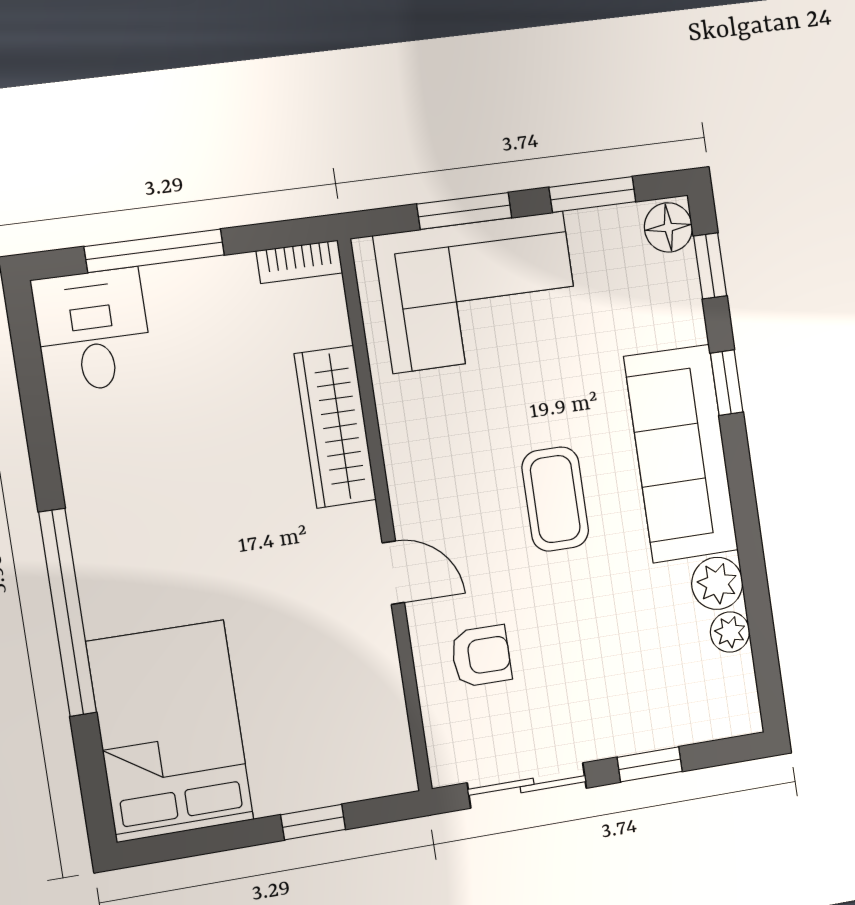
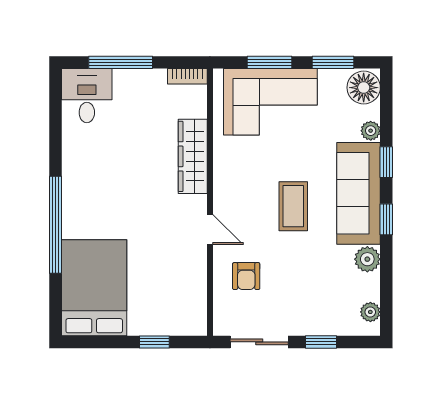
floor lamp: (668, 227) -> (364, 88), width x1.38, depth x1.38
window: (710, 266) -> (386, 219), moved
plant: (687, 324) -> (371, 131), added
plant: (730, 632) -> (370, 312), moved
armchair: (481, 656) -> (246, 276), turned 90

